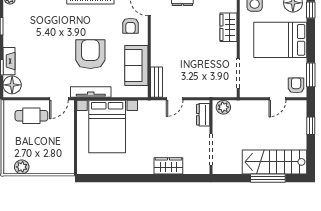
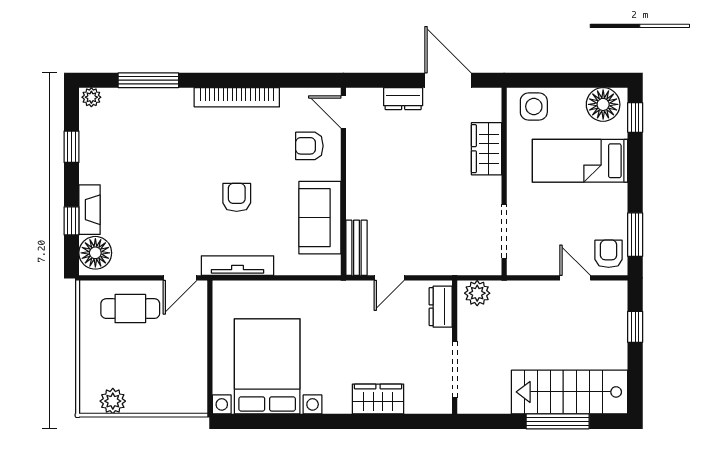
armchair: (130, 26) -> (309, 146), turned 90
bed: (280, 40) -> (580, 161), width x0.67
armchair: (90, 54) -> (237, 197), width x0.53, depth x0.53
door: (277, 99) -> (575, 278), swing flipped
bed with nightstands: (107, 127) -> (267, 366), moved, turned 180

